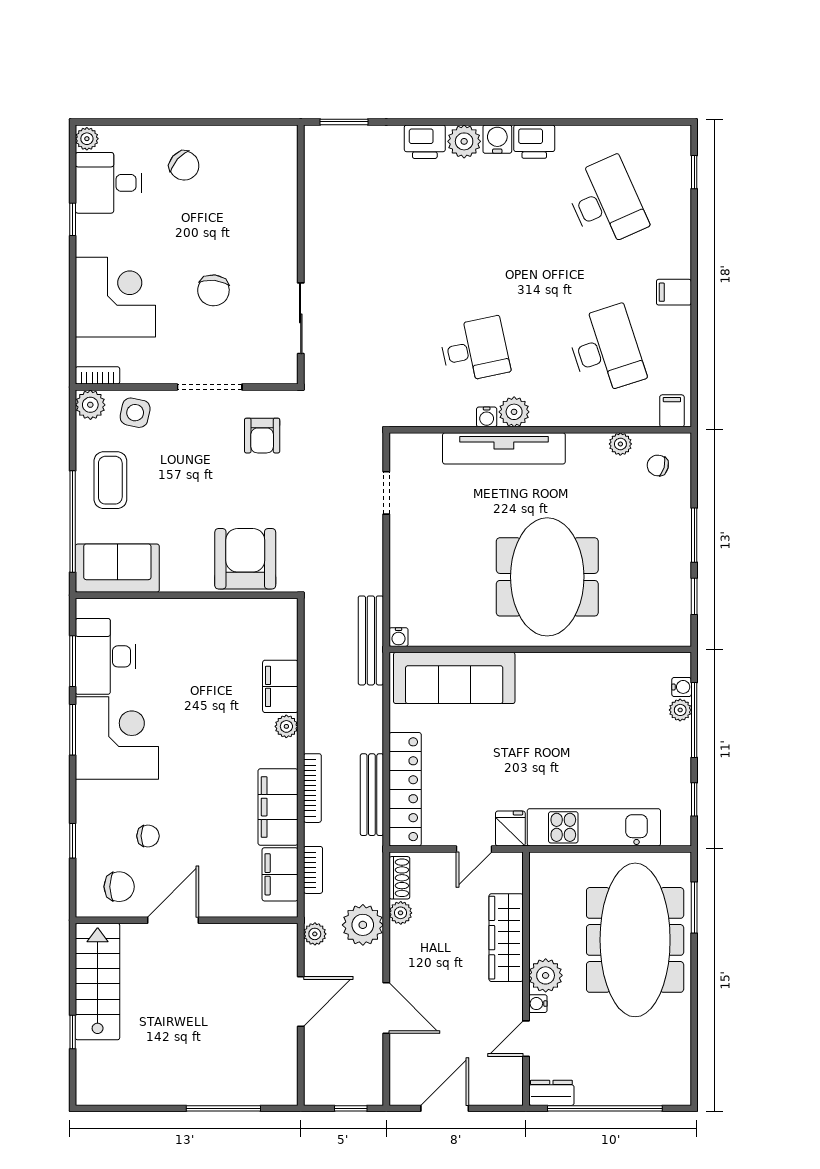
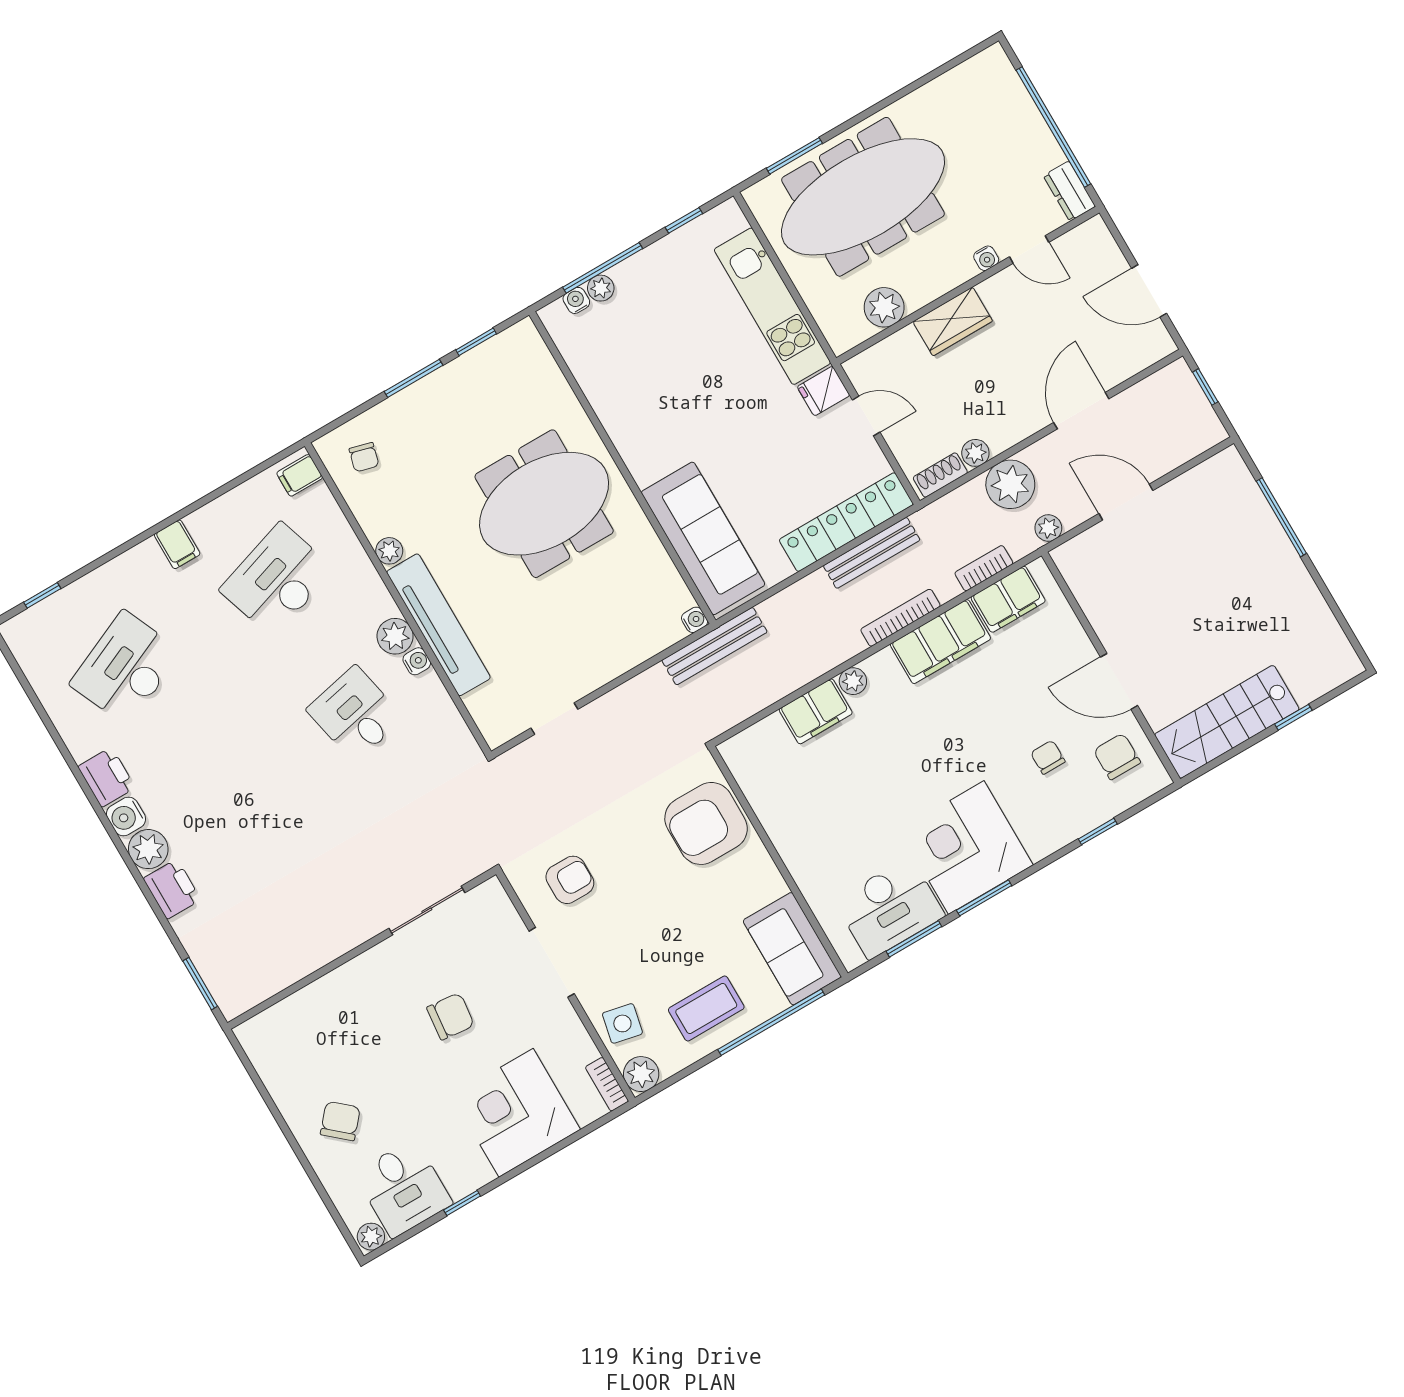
plant: (620, 444) -> (389, 551), moved
wardrobe: (506, 938) -> (953, 321), width x0.67
plant: (546, 975) -> (884, 307), moved

